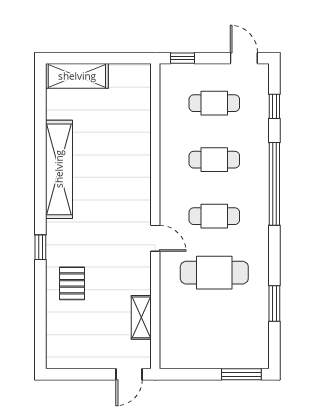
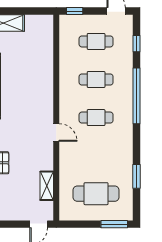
cafe table: (214, 273) -> (96, 194), moved

